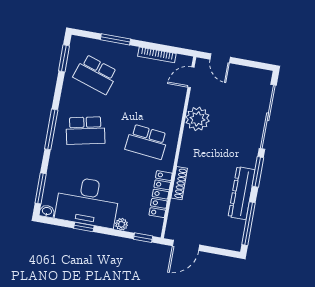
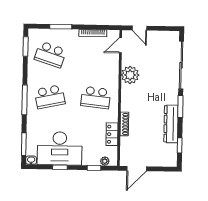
locker: (161, 194) -> (112, 134), width x0.66
plant: (122, 224) -> (105, 161), moved
window: (249, 224) -> (180, 145), width x0.46
window: (143, 238) -> (94, 168), moved

